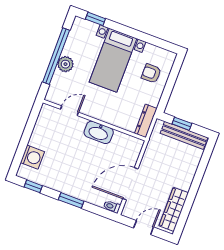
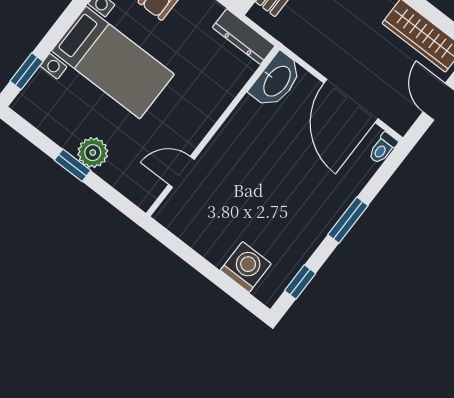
window: (56, 56) -> (73, 165), width x0.32
door: (69, 111) -> (181, 172), hinge flipped
washbasin: (99, 132) -> (276, 81), moved

